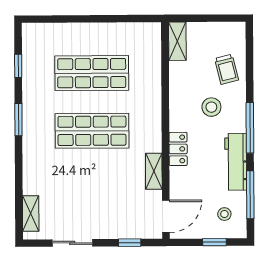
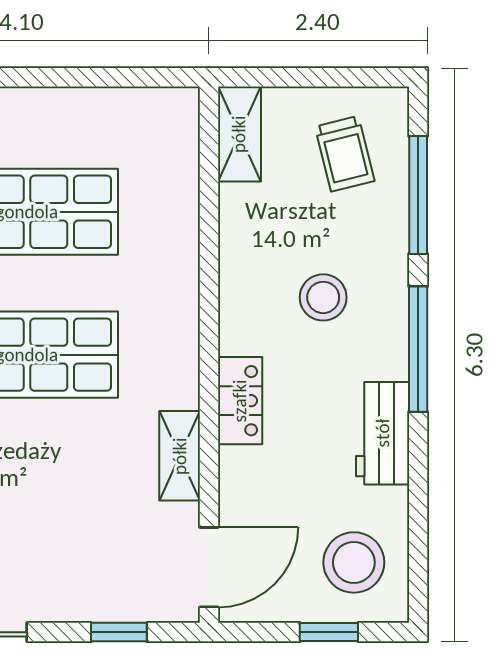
trolley: (227, 69) -> (345, 154), moved
workbench: (236, 162) -> (383, 433), width x0.73
window: (250, 195) -> (418, 195), moved
stool: (224, 214) -> (354, 562), width x1.89, depth x1.89

